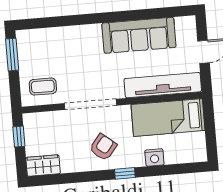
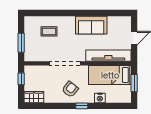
sofa: (139, 35) -> (91, 25), width x0.73
window: (12, 55) -> (21, 43), moved
coffee table: (43, 87) -> (49, 31), moved
window: (210, 128) -> (134, 83), added

